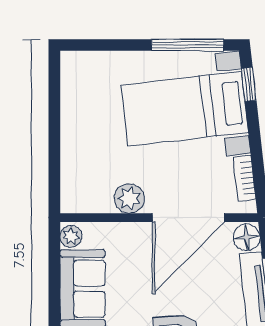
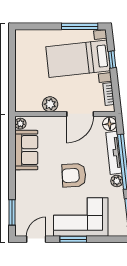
window: (249, 84) -> (112, 59), moved
door: (189, 218) -> (80, 114), width x0.73

